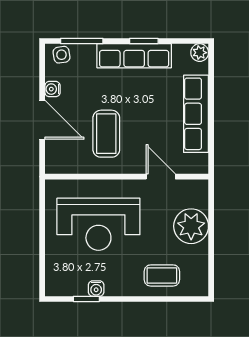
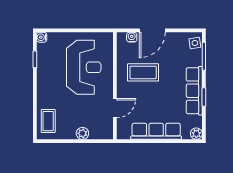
water cooler: (52, 89) -> (132, 37), moved
reception desk: (98, 224) -> (84, 67), turned 180
plant: (191, 226) -> (82, 133), width x0.53, depth x0.53
coffee table: (162, 275) -> (48, 121), moved
water cooler: (96, 289) -> (42, 37), moved

